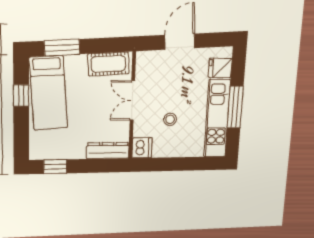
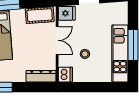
fridge: (220, 68) -> (67, 13), moved, turned 180
double door: (132, 101) -> (57, 40), swing flipped

